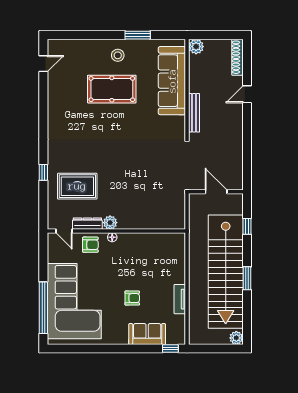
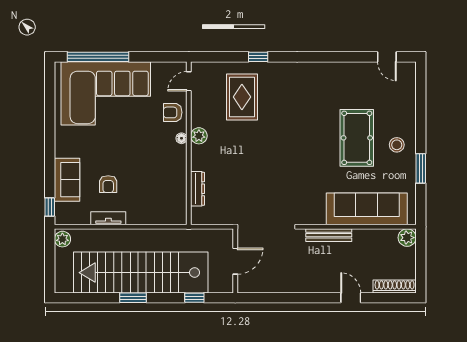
dresser: (87, 224) -> (198, 189), moved
armchair: (90, 245) -> (173, 112), turned 90
armchair: (132, 298) -> (108, 184), moved
plant: (236, 338) -> (62, 239), moved

